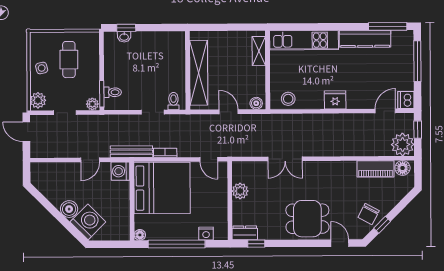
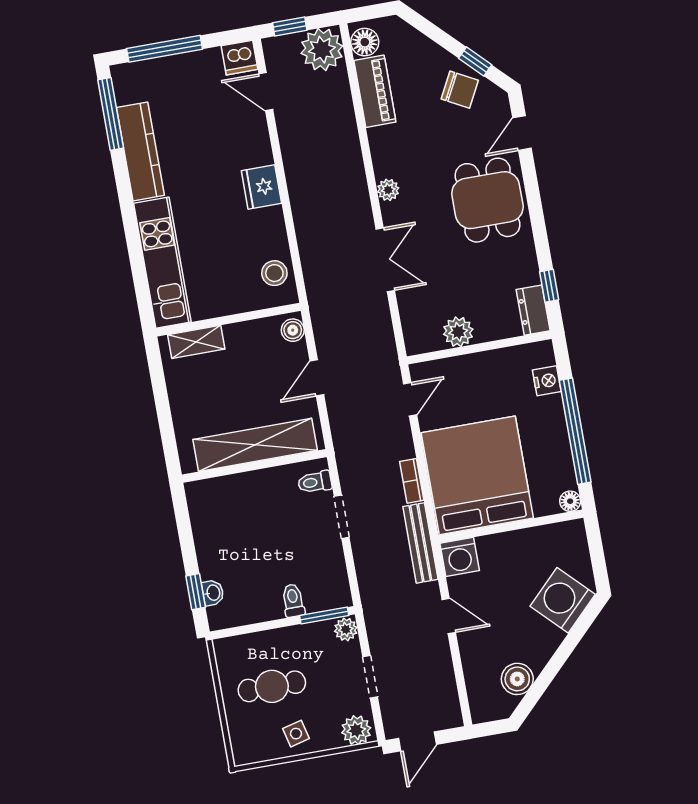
toilet: (113, 92) -> (293, 601), moved
plant: (322, 167) -> (388, 190), added
boiler: (69, 209) -> (517, 679), moved

